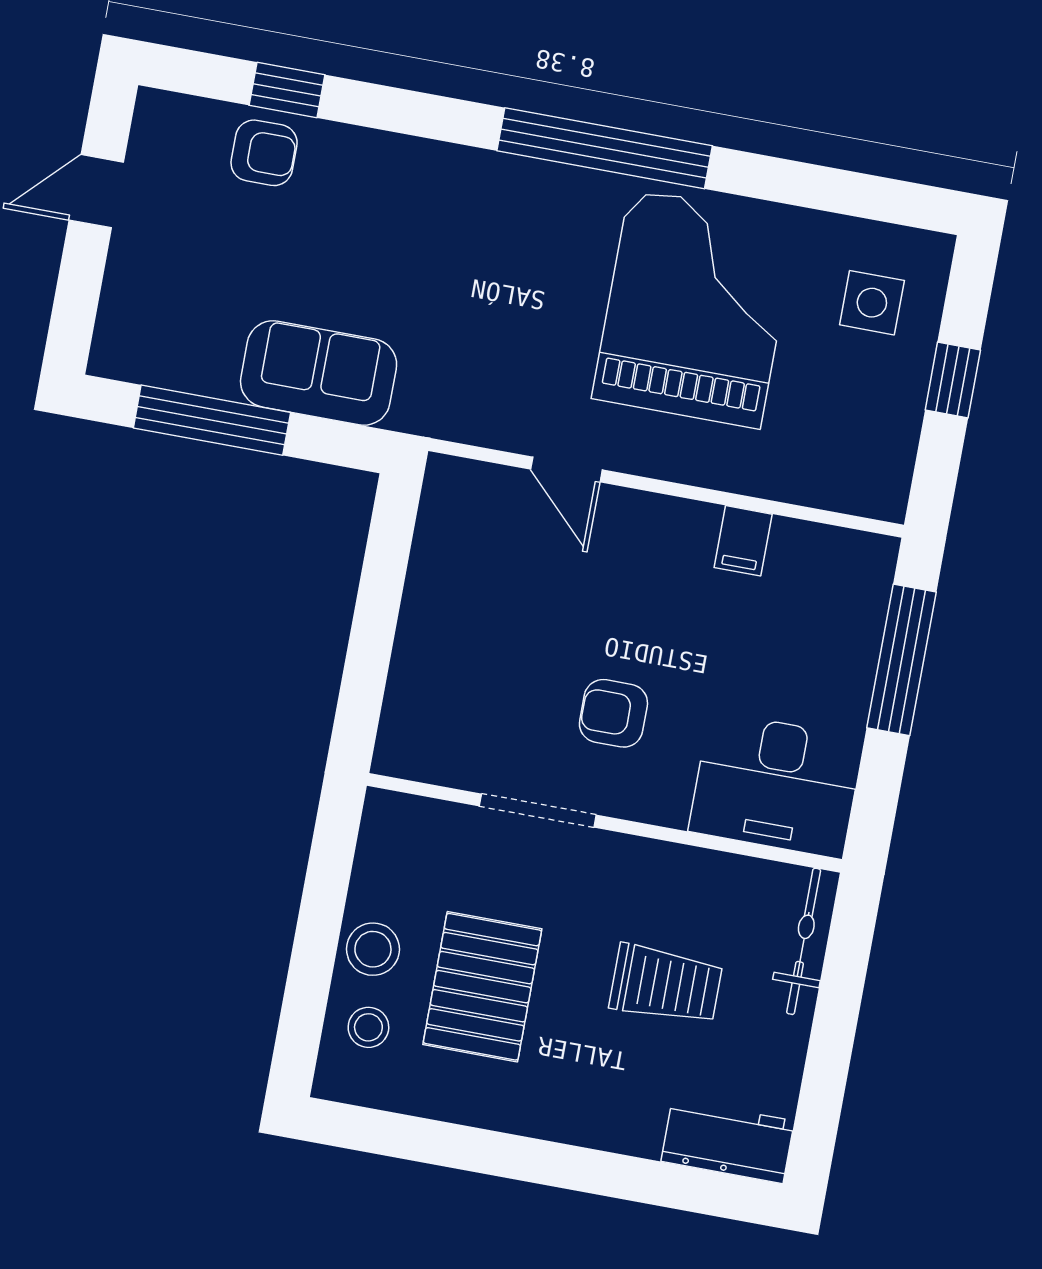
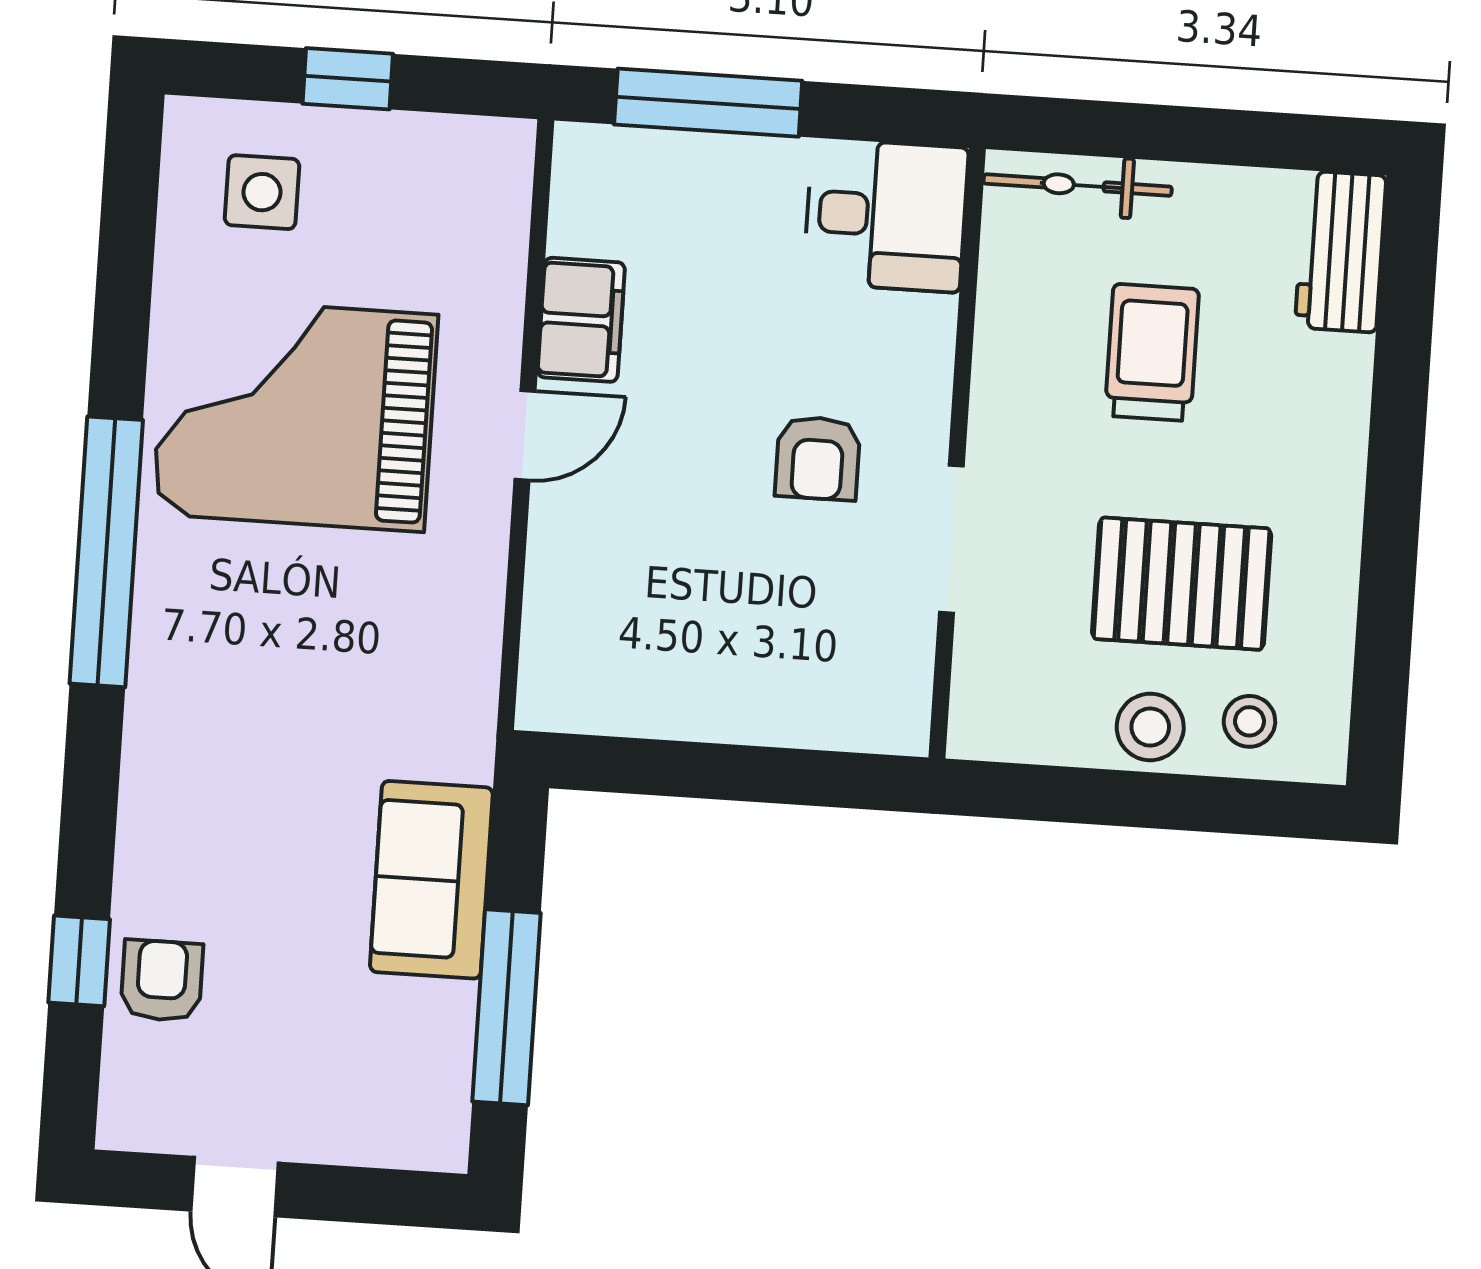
door: (566, 470) -> (525, 435), moved
filing cabinet: (743, 541) -> (581, 320), width x2.00
desk: (776, 785) -> (886, 215), width x0.73

